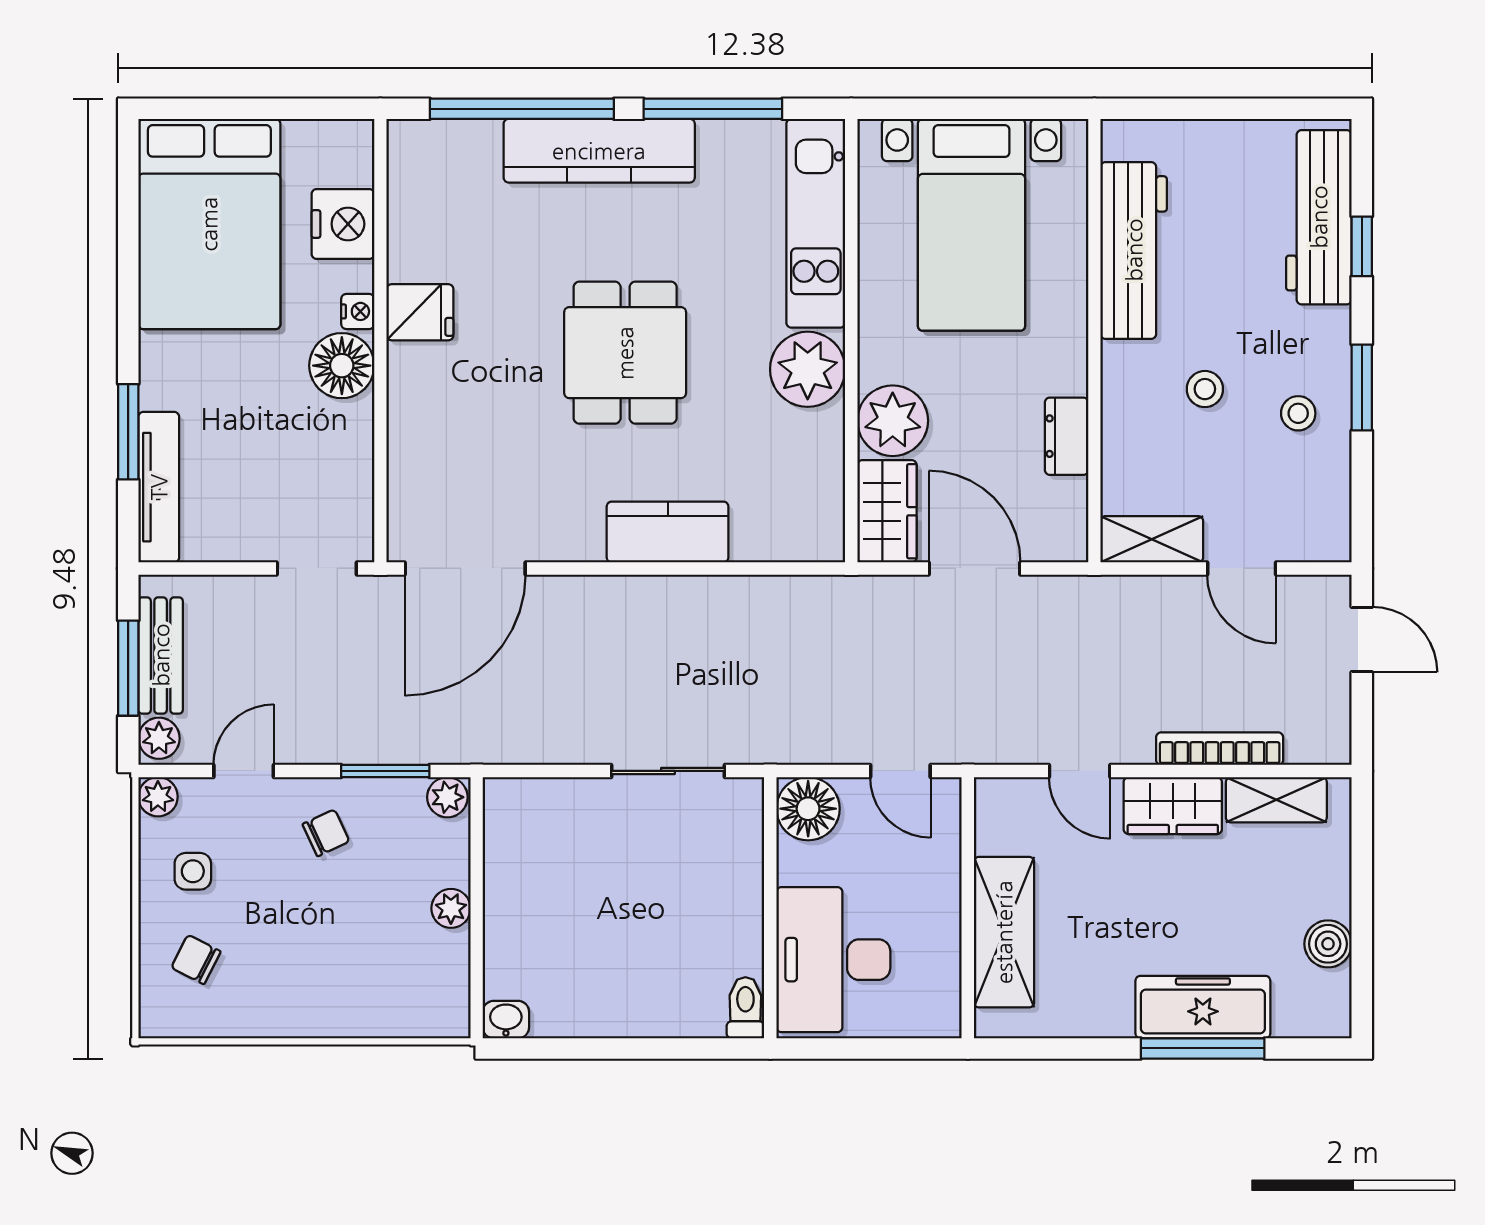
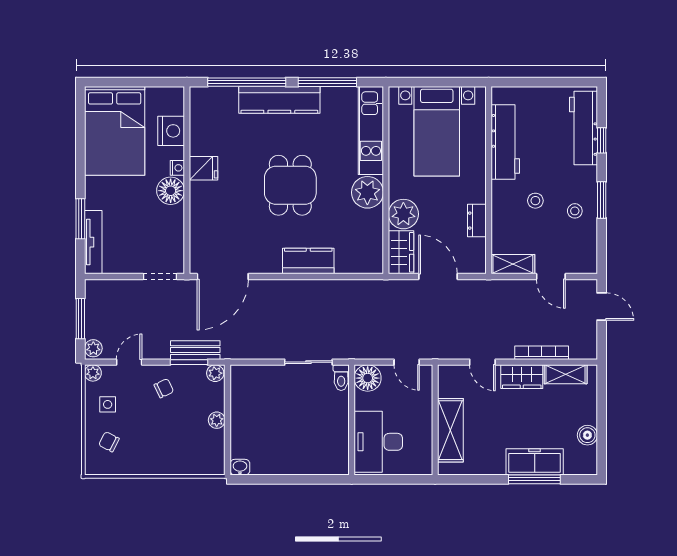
bench: (161, 655) -> (195, 350), moved, turned 90
toilet: (745, 1008) -> (341, 378), moved, turned 180

